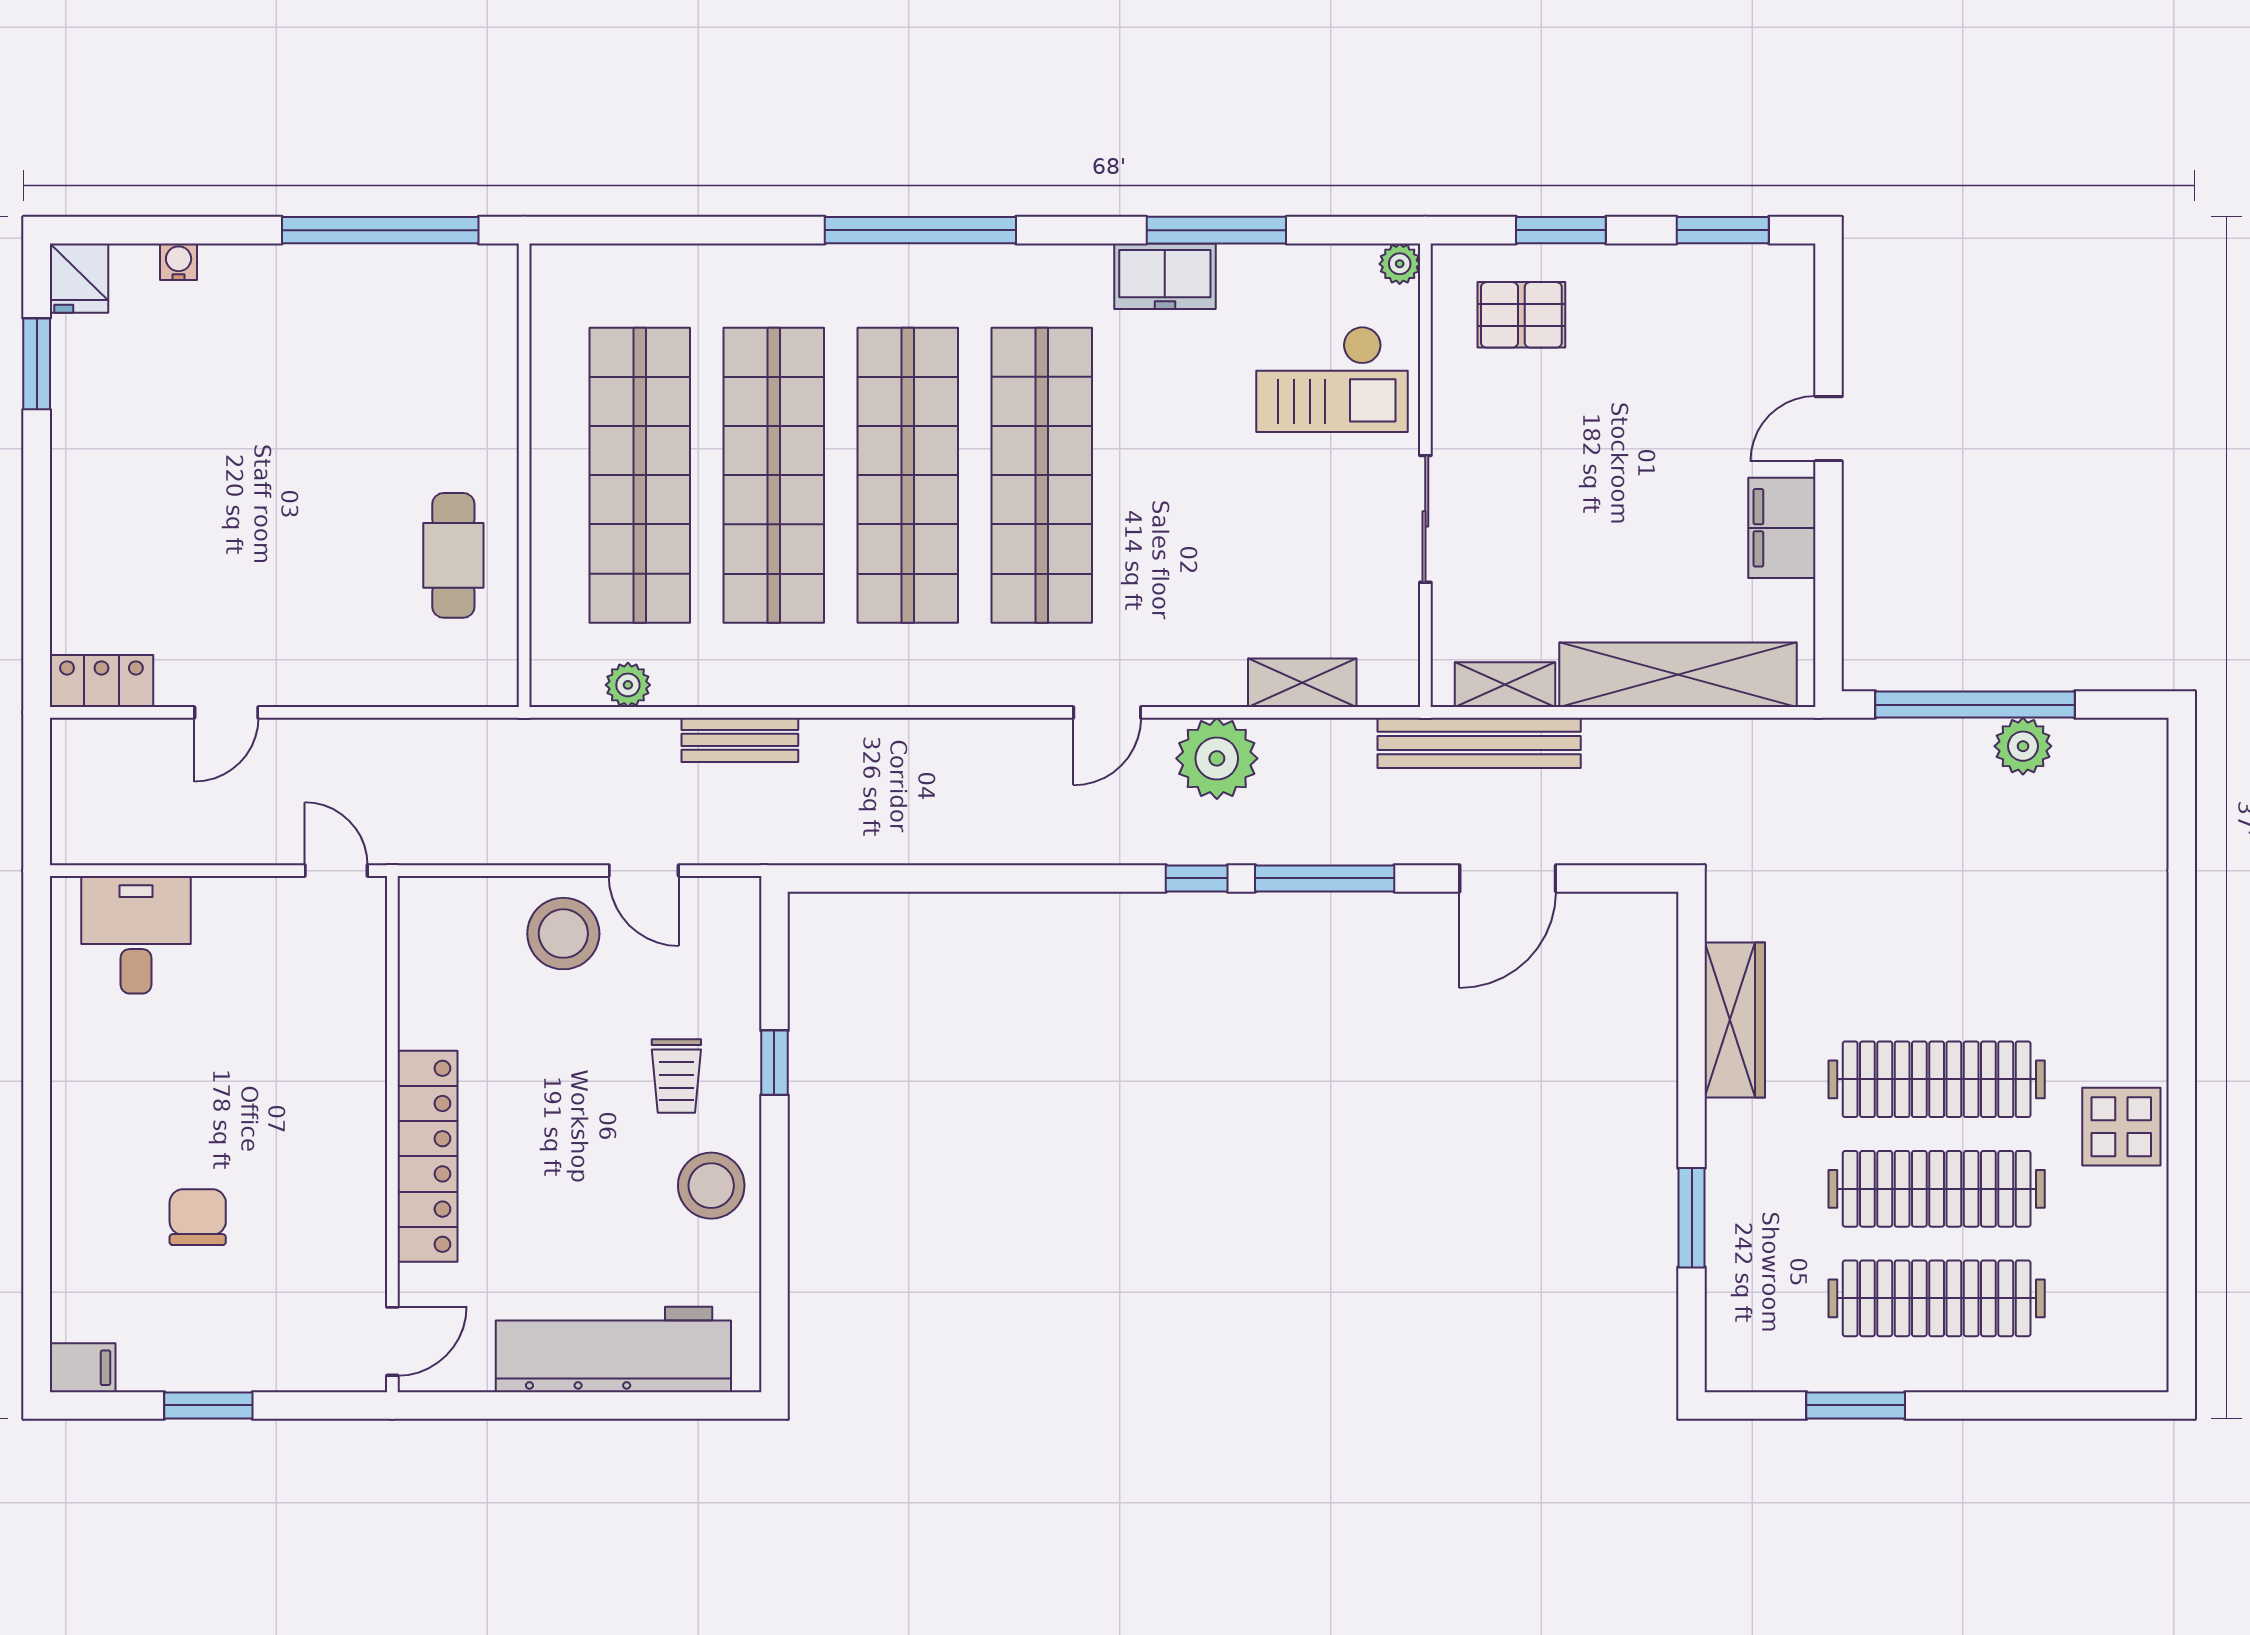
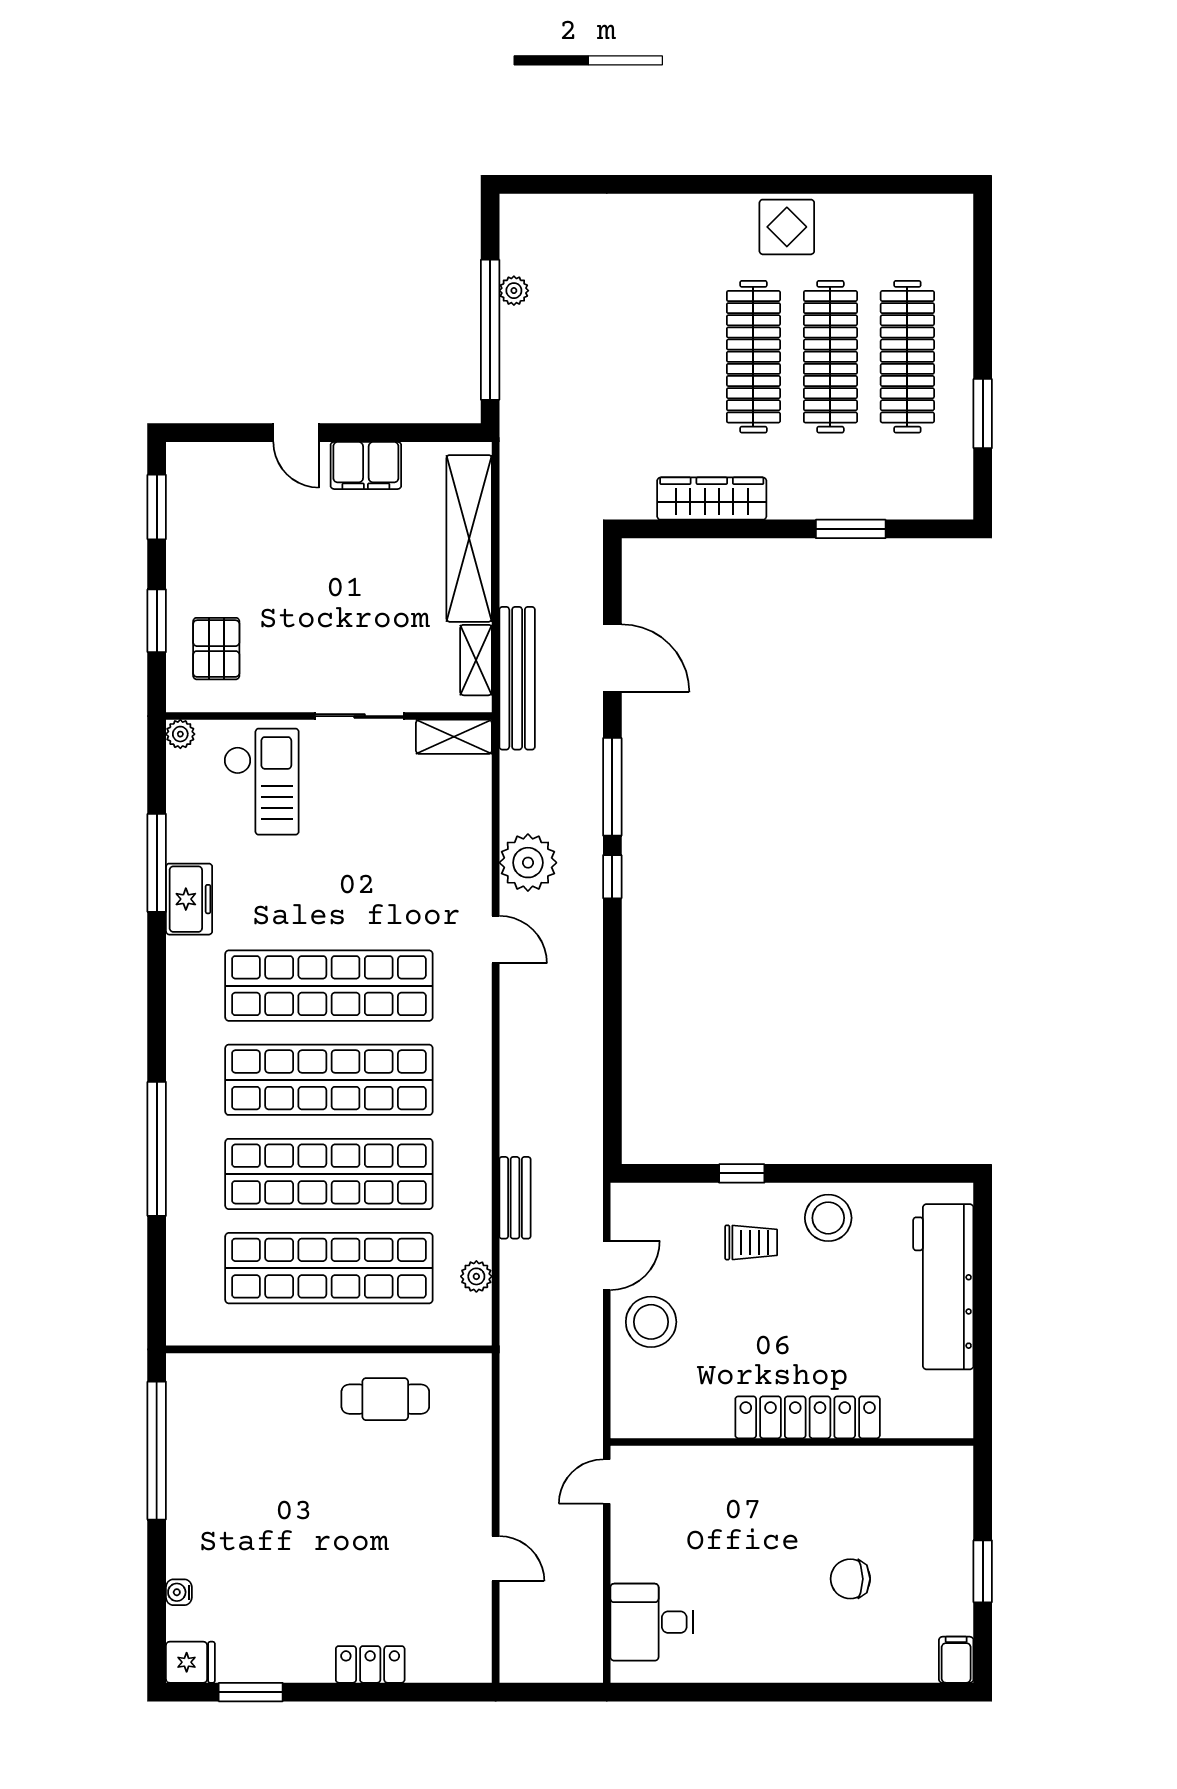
window: (920, 230) -> (157, 1149), moved
locker: (101, 681) -> (370, 1664), moved, turned 90
shelving: (1302, 683) -> (454, 737), moved, turned 90
plant: (2023, 746) -> (514, 291), width x0.73, depth x0.73
door: (392, 1341) -> (938, 1442), removed

